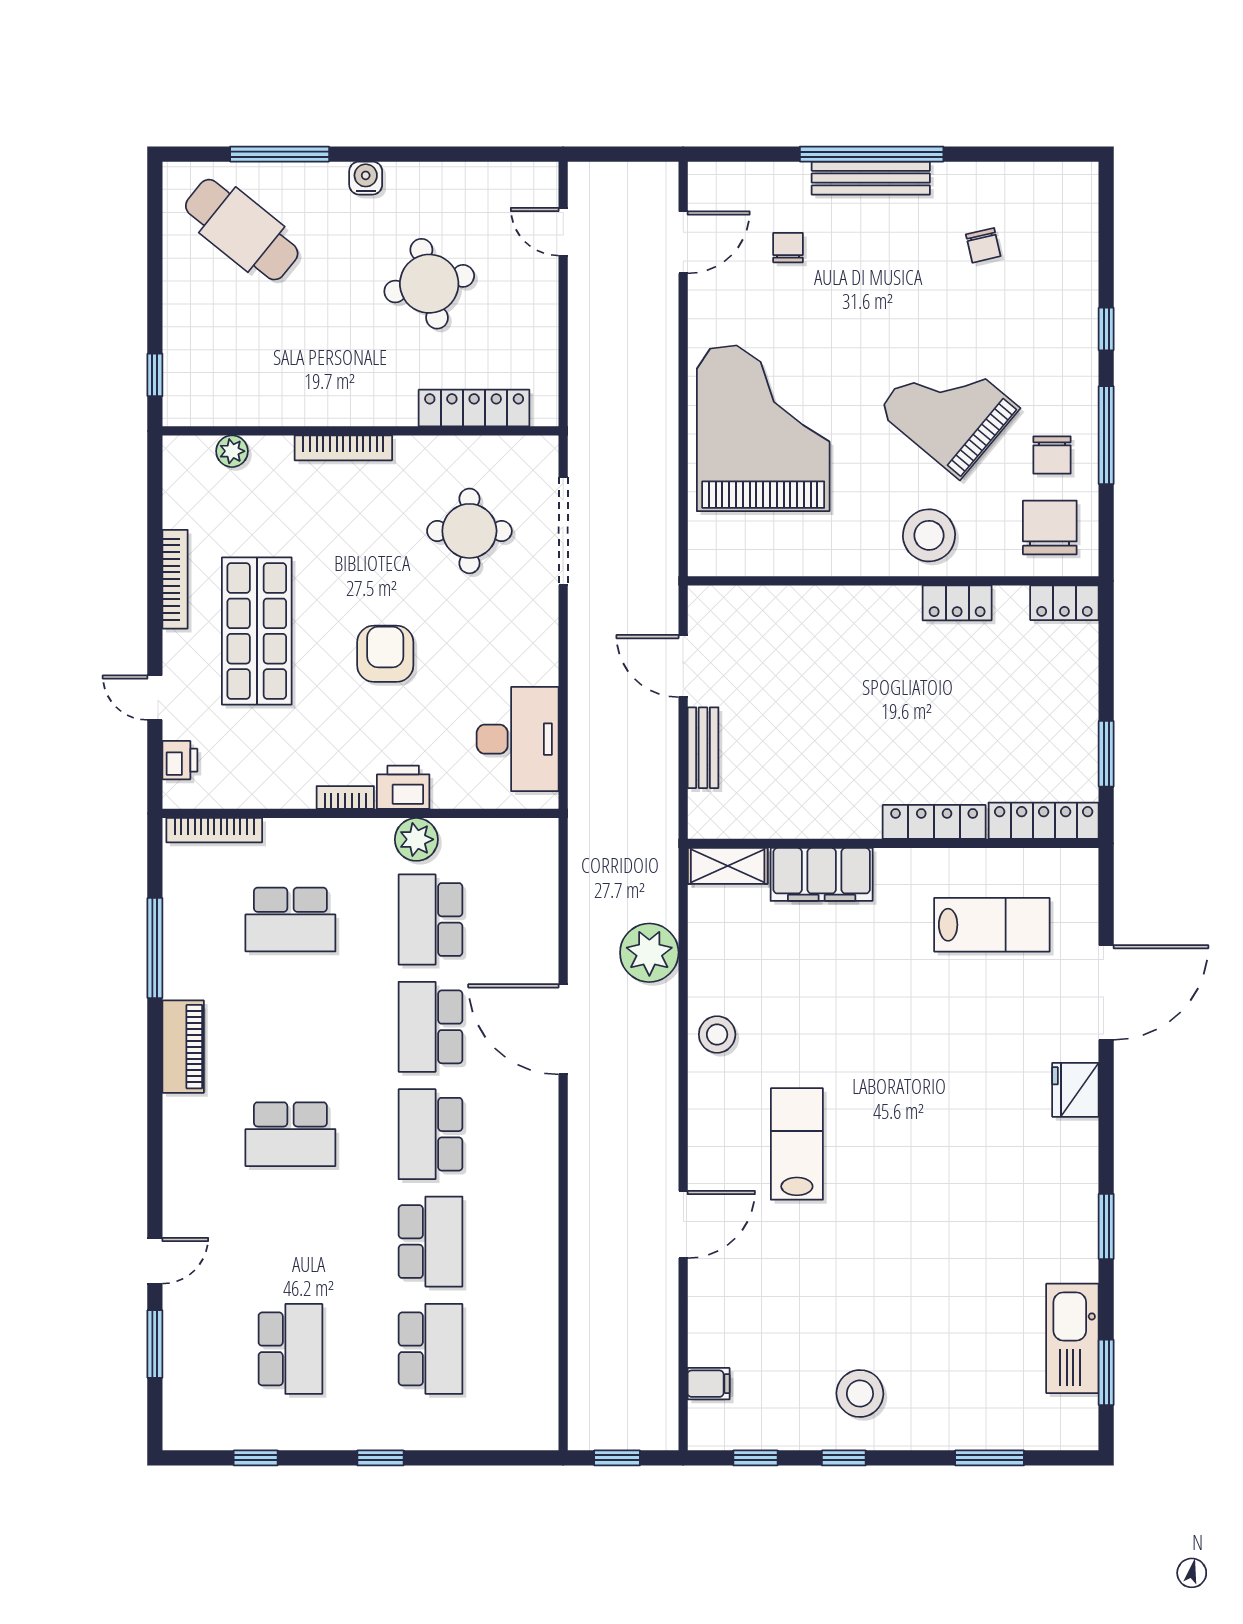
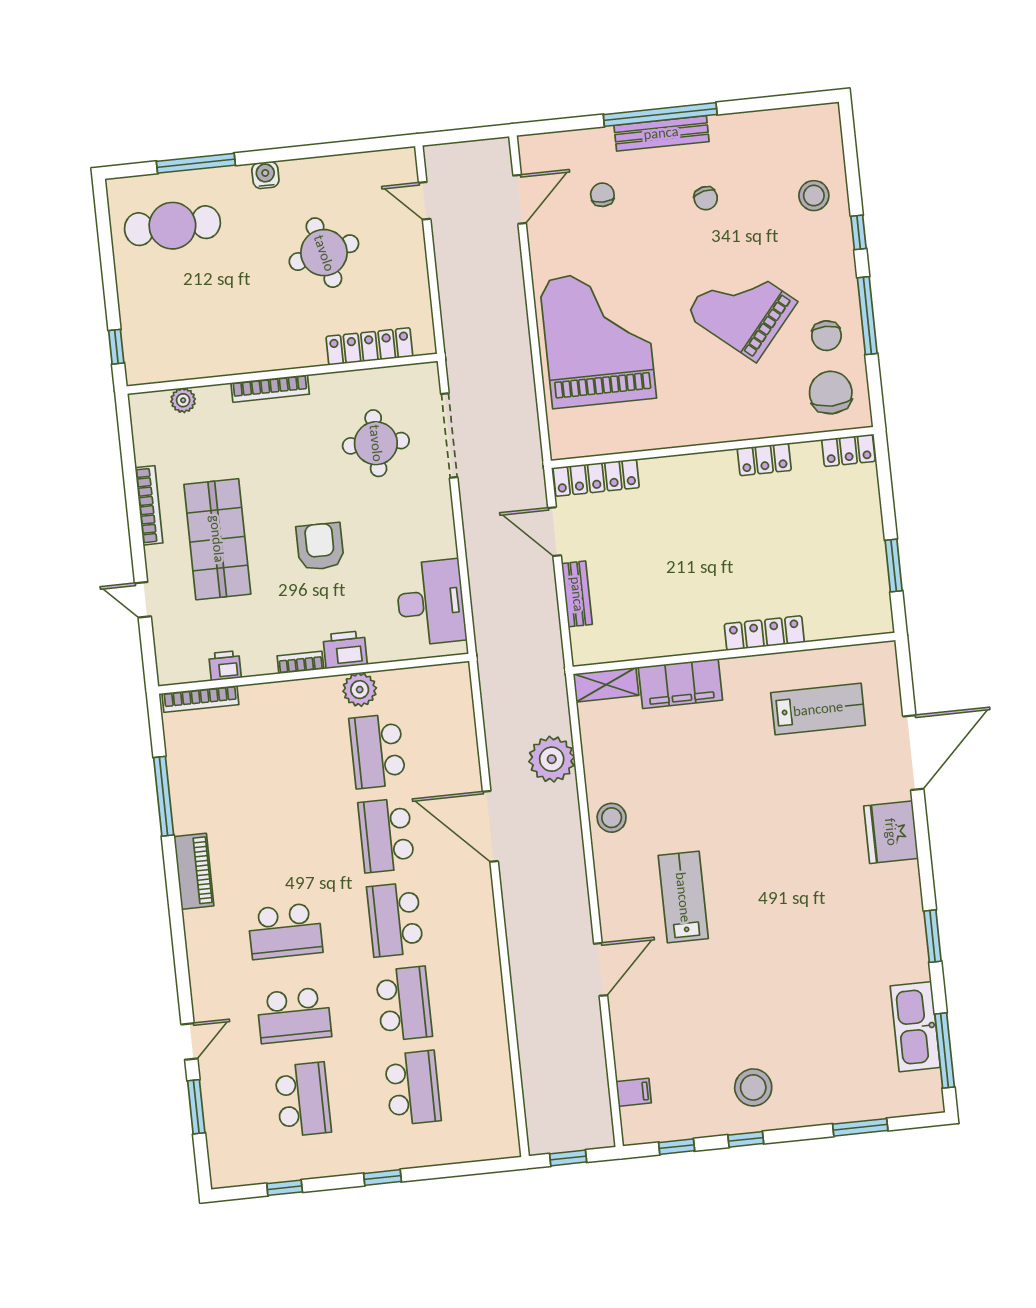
cafe table: (242, 230) -> (172, 226), turned -39
chair: (983, 245) -> (706, 198), moved
stool: (929, 535) -> (814, 196), moved, width x0.73, depth x0.73
printer: (180, 760) -> (225, 666), moved, turned -90
locker: (1044, 821) -> (596, 478), moved, turned 180
school desk: (290, 919) -> (294, 1015), moved
fridge: (1075, 1090) -> (891, 832), width x1.36, depth x1.34
window: (1106, 1372) -> (945, 1051), width x1.44

